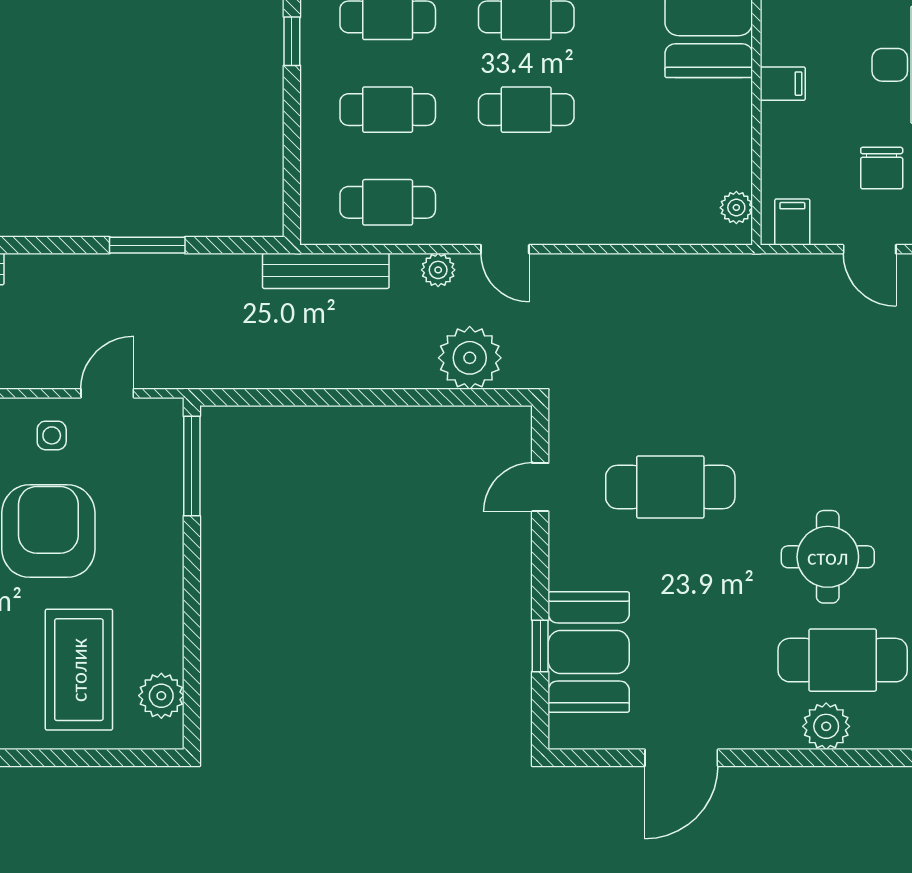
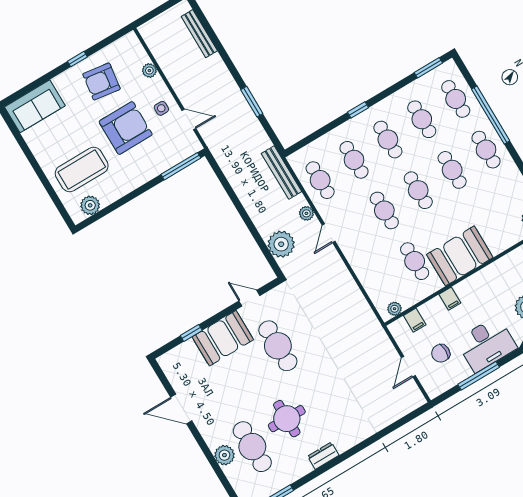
cafe table: (665, 110) -> (415, 261), added
filing cabinet: (792, 222) -> (415, 320), moved, turned 90
booth: (589, 652) -> (223, 338), moved

